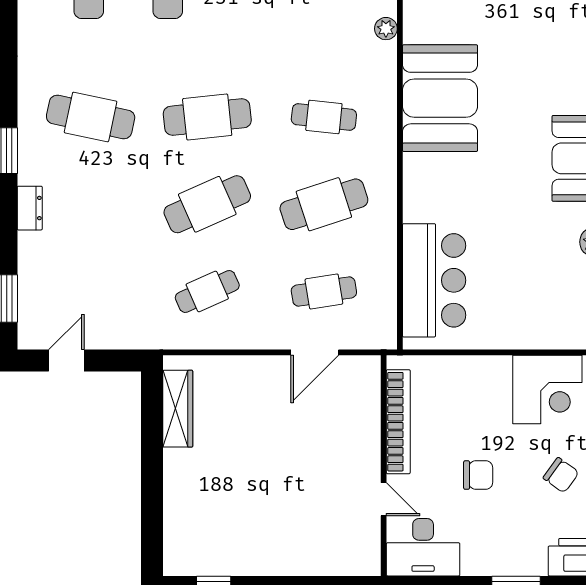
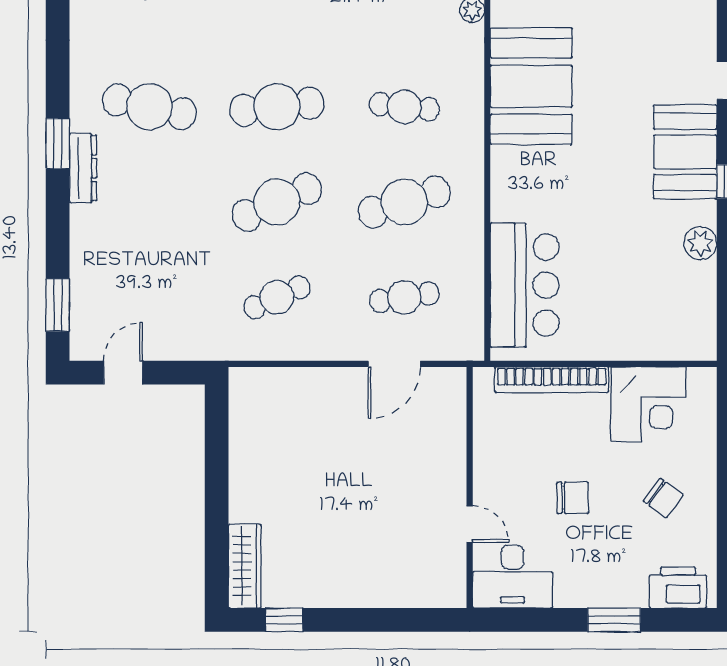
dresser: (30, 208) -> (83, 168), moved, width x1.44
wardrobe: (178, 409) -> (245, 566), moved
bookcase: (398, 422) -> (552, 380), moved, turned 90

